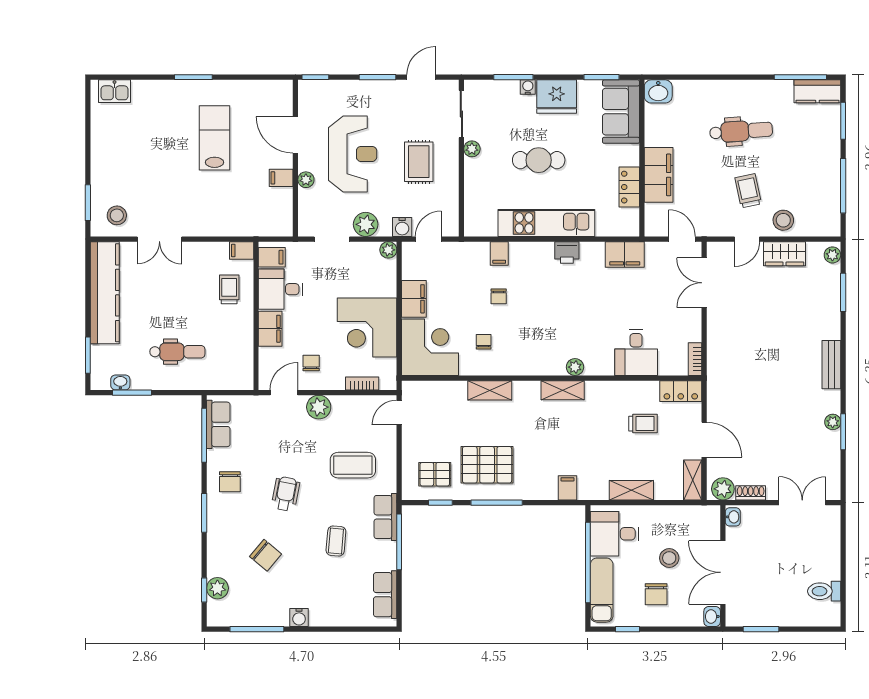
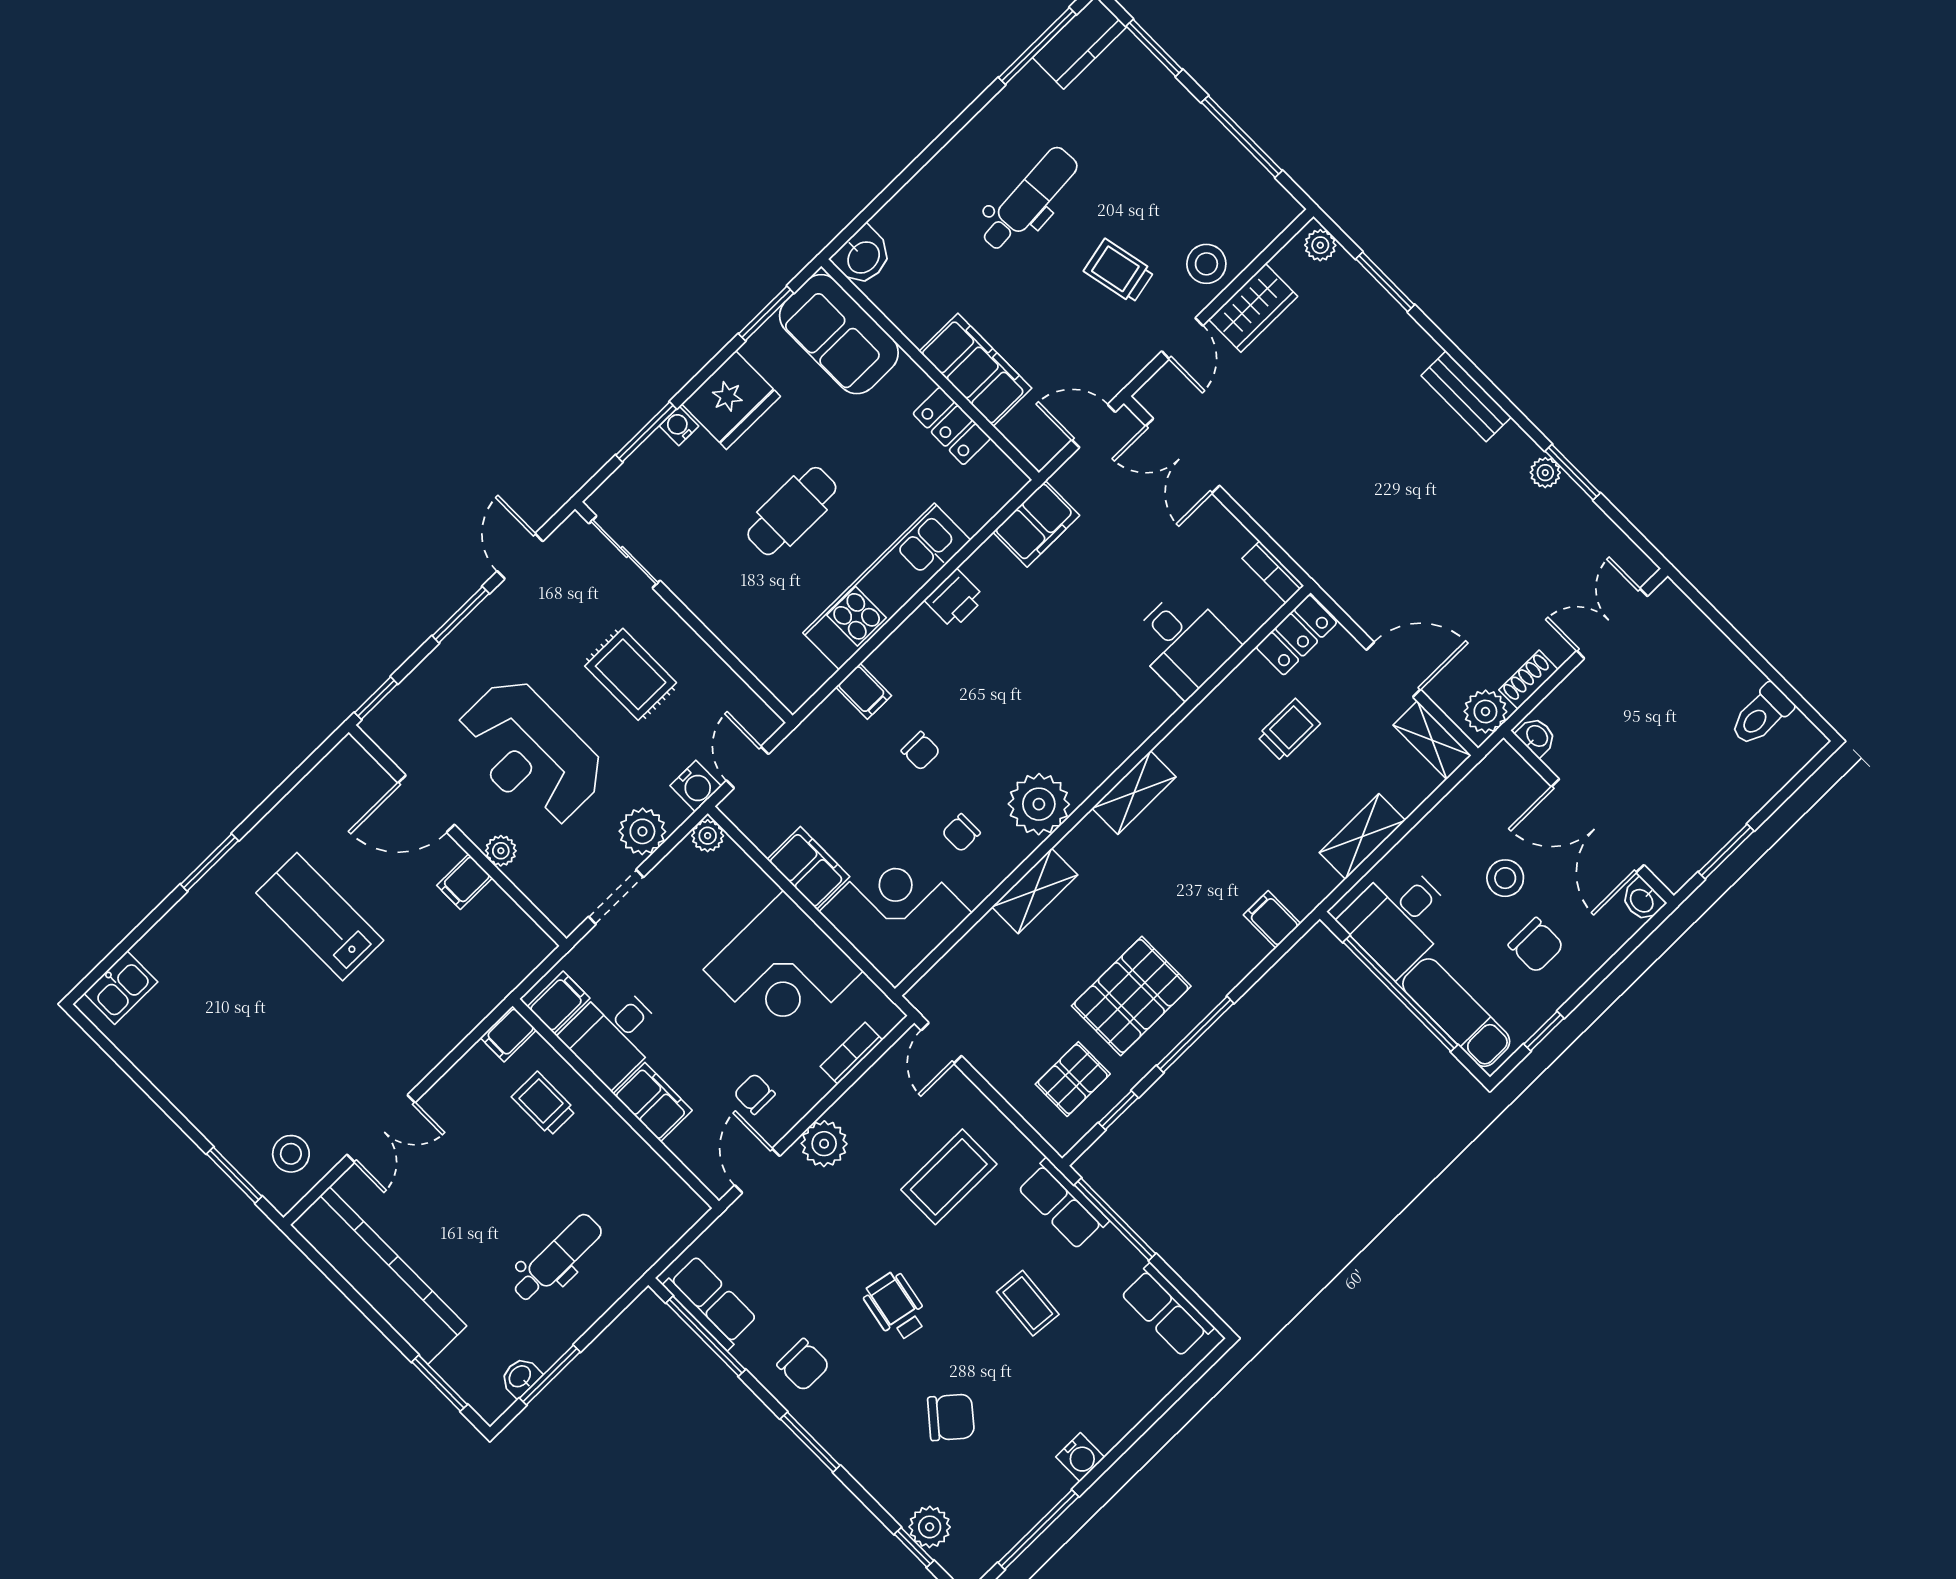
plant: (472, 149) -> (686, 585), removed
reception desk: (353, 154) -> (530, 753), turned 180
chair: (484, 342) -> (961, 833), turned -90
plant: (575, 367) -> (1039, 804), moved, width x1.88, depth x1.88

